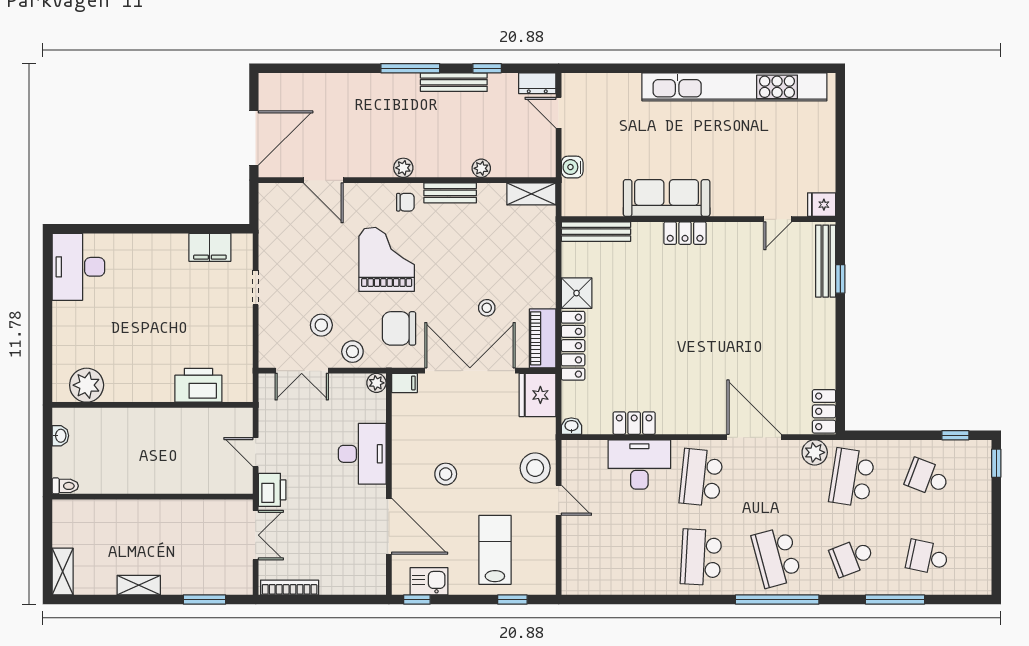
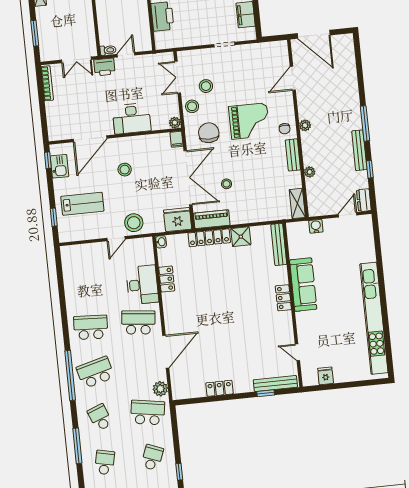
fridge: (822, 205) -> (326, 376), moved
locker: (824, 411) -> (220, 388), moved
toilet: (245, 481) -> (108, 50), added

